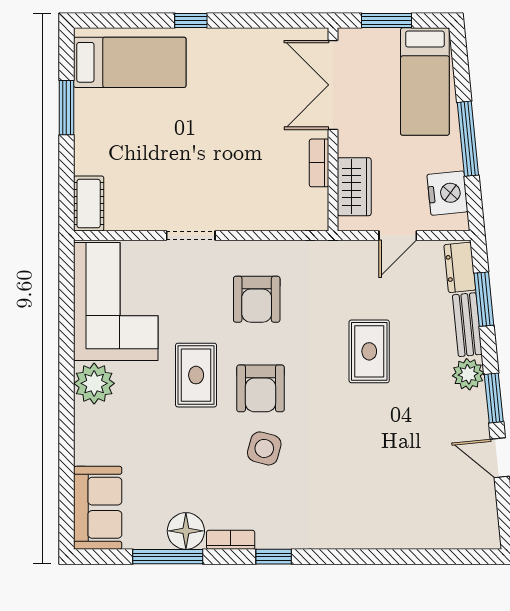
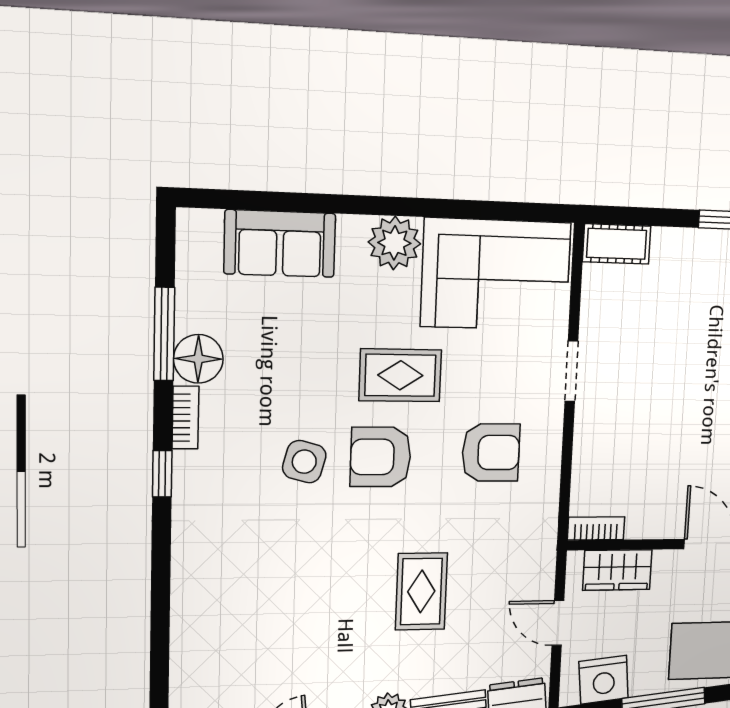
bookcase: (319, 163) -> (596, 528), moved
armchair: (257, 299) -> (491, 452), turned 180
rug: (369, 351) -> (421, 591), turned 90
sofa: (98, 508) -> (280, 244), moved

